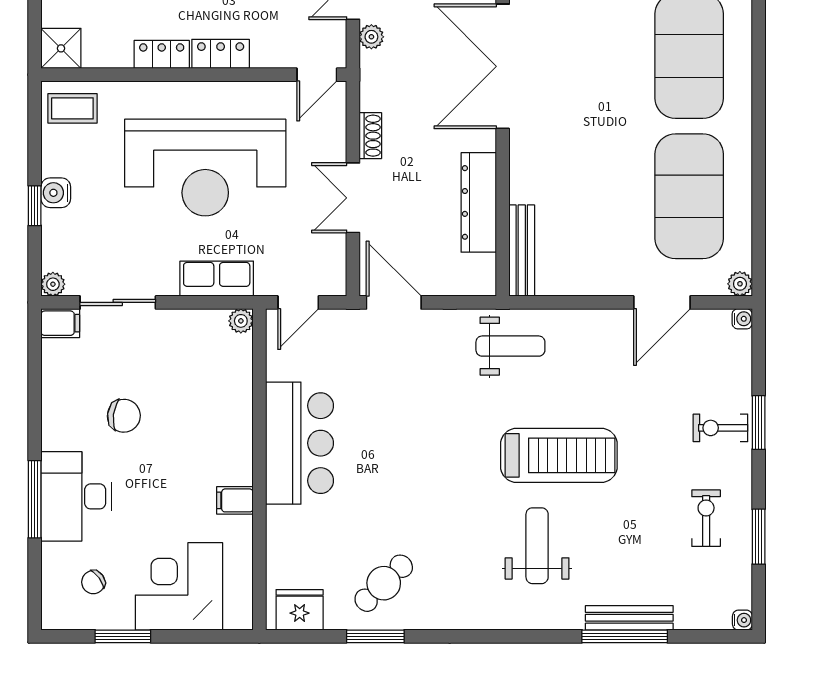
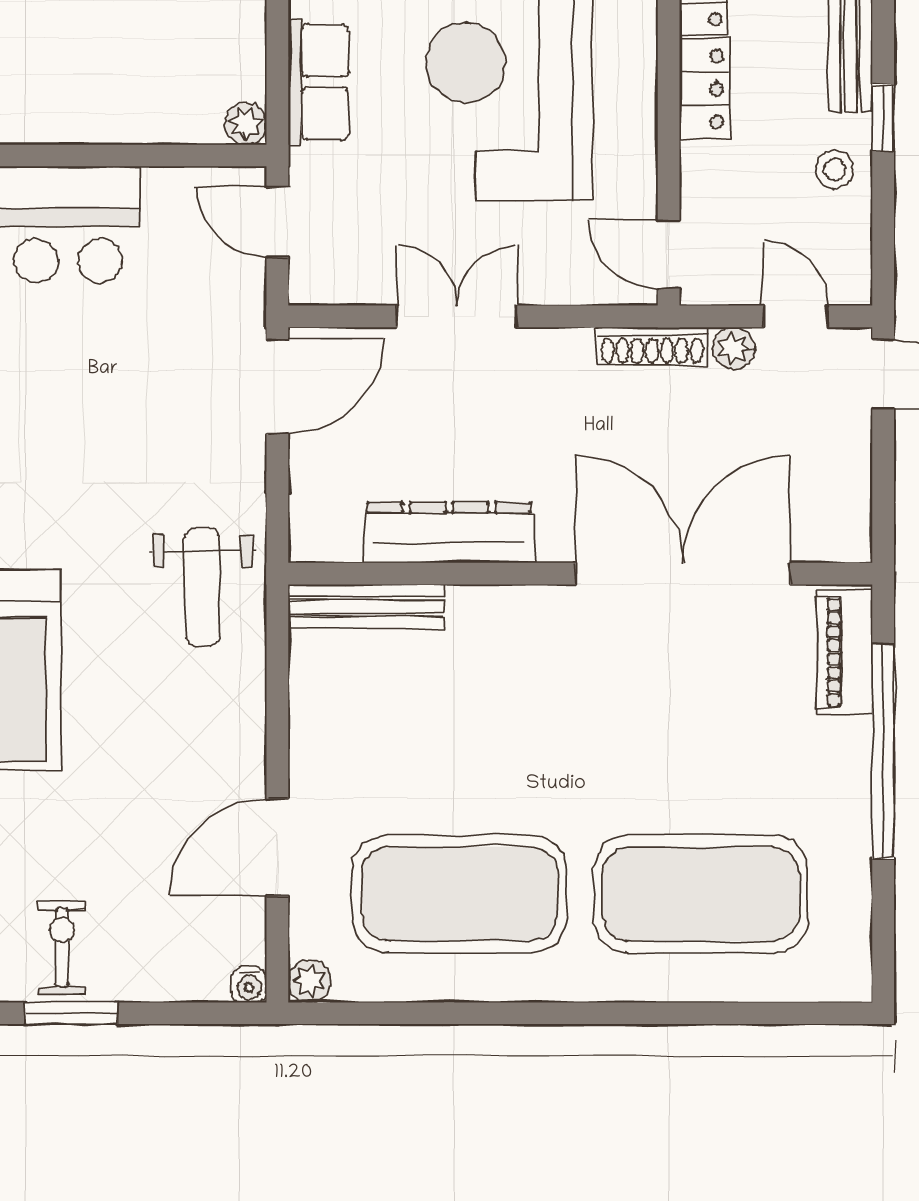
shoe rack: (370, 136) -> (652, 346), moved, width x1.43
door: (662, 302) -> (277, 847), hinge flipped

